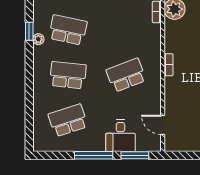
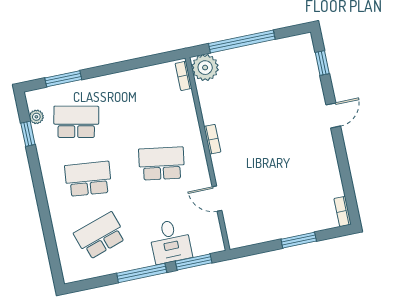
plant: (38, 39) -> (36, 117), moved
school desk: (126, 75) -> (162, 163), turned 30
door: (163, 125) -> (217, 199), moved

